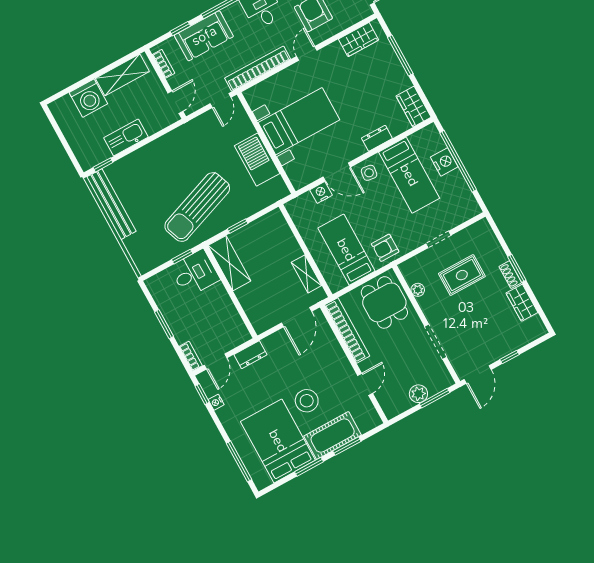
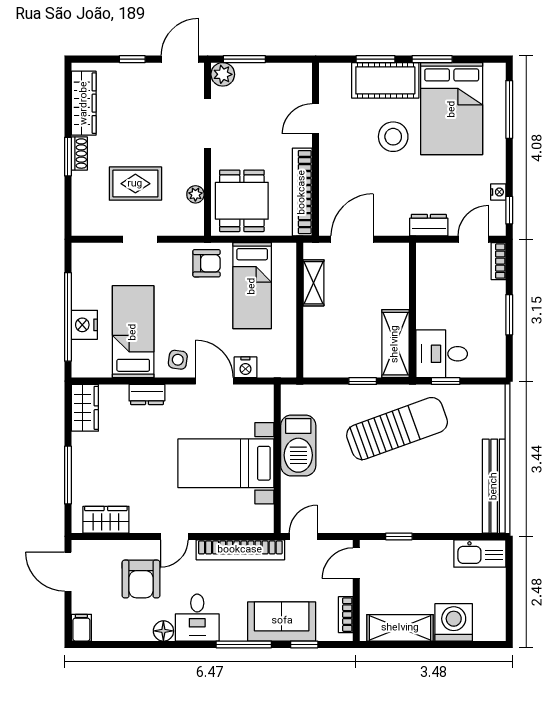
kitchen sink: (126, 137) -> (480, 554), moved
window: (103, 165) -> (399, 536), moved
wardrobe: (522, 303) -> (84, 103), width x1.50
plant: (418, 394) -> (223, 74), moved

